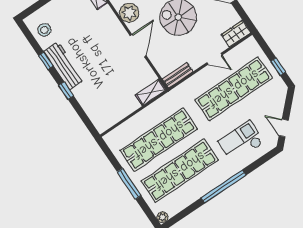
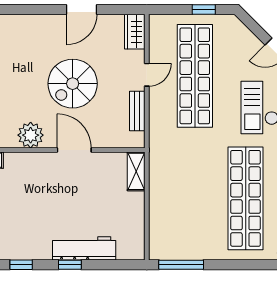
workbench: (64, 66) -> (84, 248), moved
bench: (178, 75) -> (137, 111), moved
shop shelf: (159, 140) -> (195, 198), removed
window: (129, 184) -> (181, 265), moved

